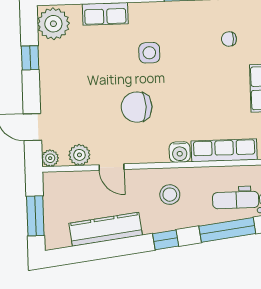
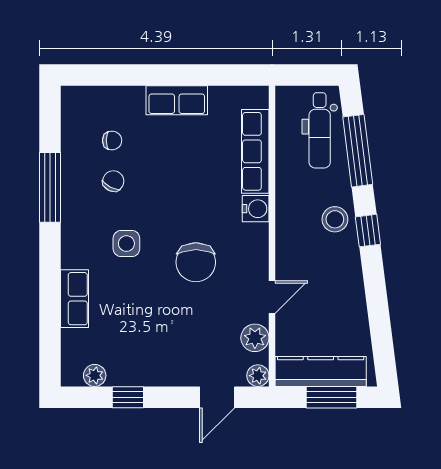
plant: (53, 24) -> (95, 375), width x0.53, depth x0.53
chair: (229, 39) -> (112, 140), turned -90
chair: (197, 41) -> (113, 181), added
stool: (170, 195) -> (335, 219), moved
kitchen counter: (106, 229) -> (321, 371), moved, turned 97

